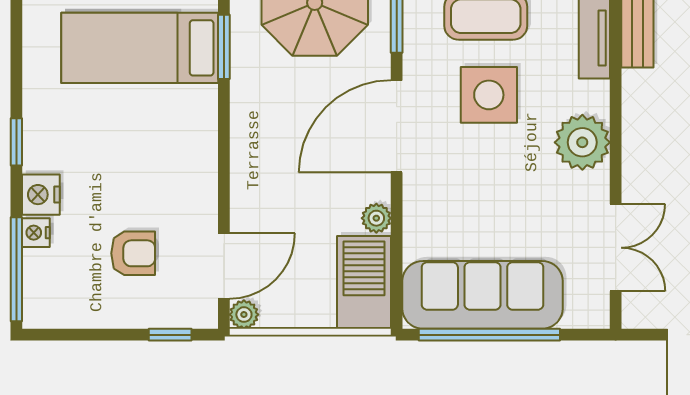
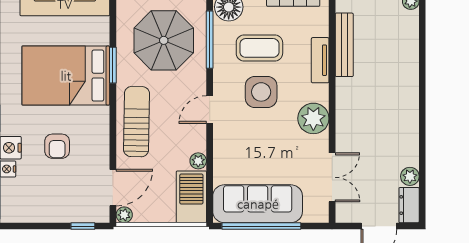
bed: (140, 48) -> (66, 76), width x1.50
door: (397, 126) -> (210, 110), width x0.53
sun lounger: (266, 148) -> (137, 122), added
armchair: (133, 253) -> (57, 146), moved, turned 90

